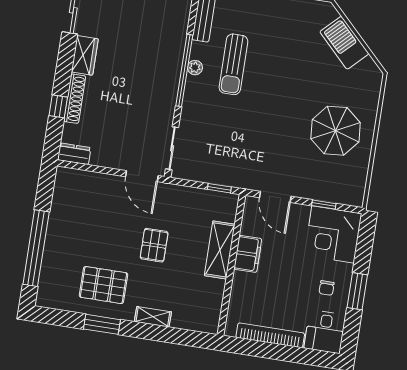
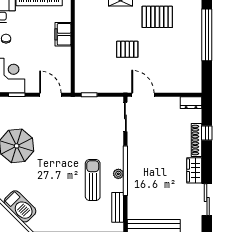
pallet: (154, 245) -> (127, 49), turned 90
shelving: (220, 250) -> (82, 53), removed
filing cabinet: (248, 254) -> (63, 34), moved

